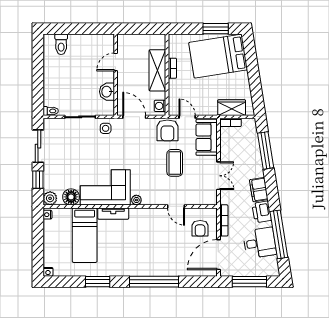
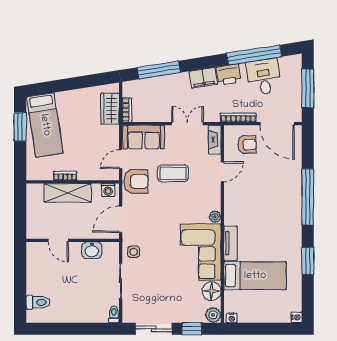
bed: (218, 56) -> (45, 125), width x0.67
fireplace: (204, 200) -> (215, 140), added

